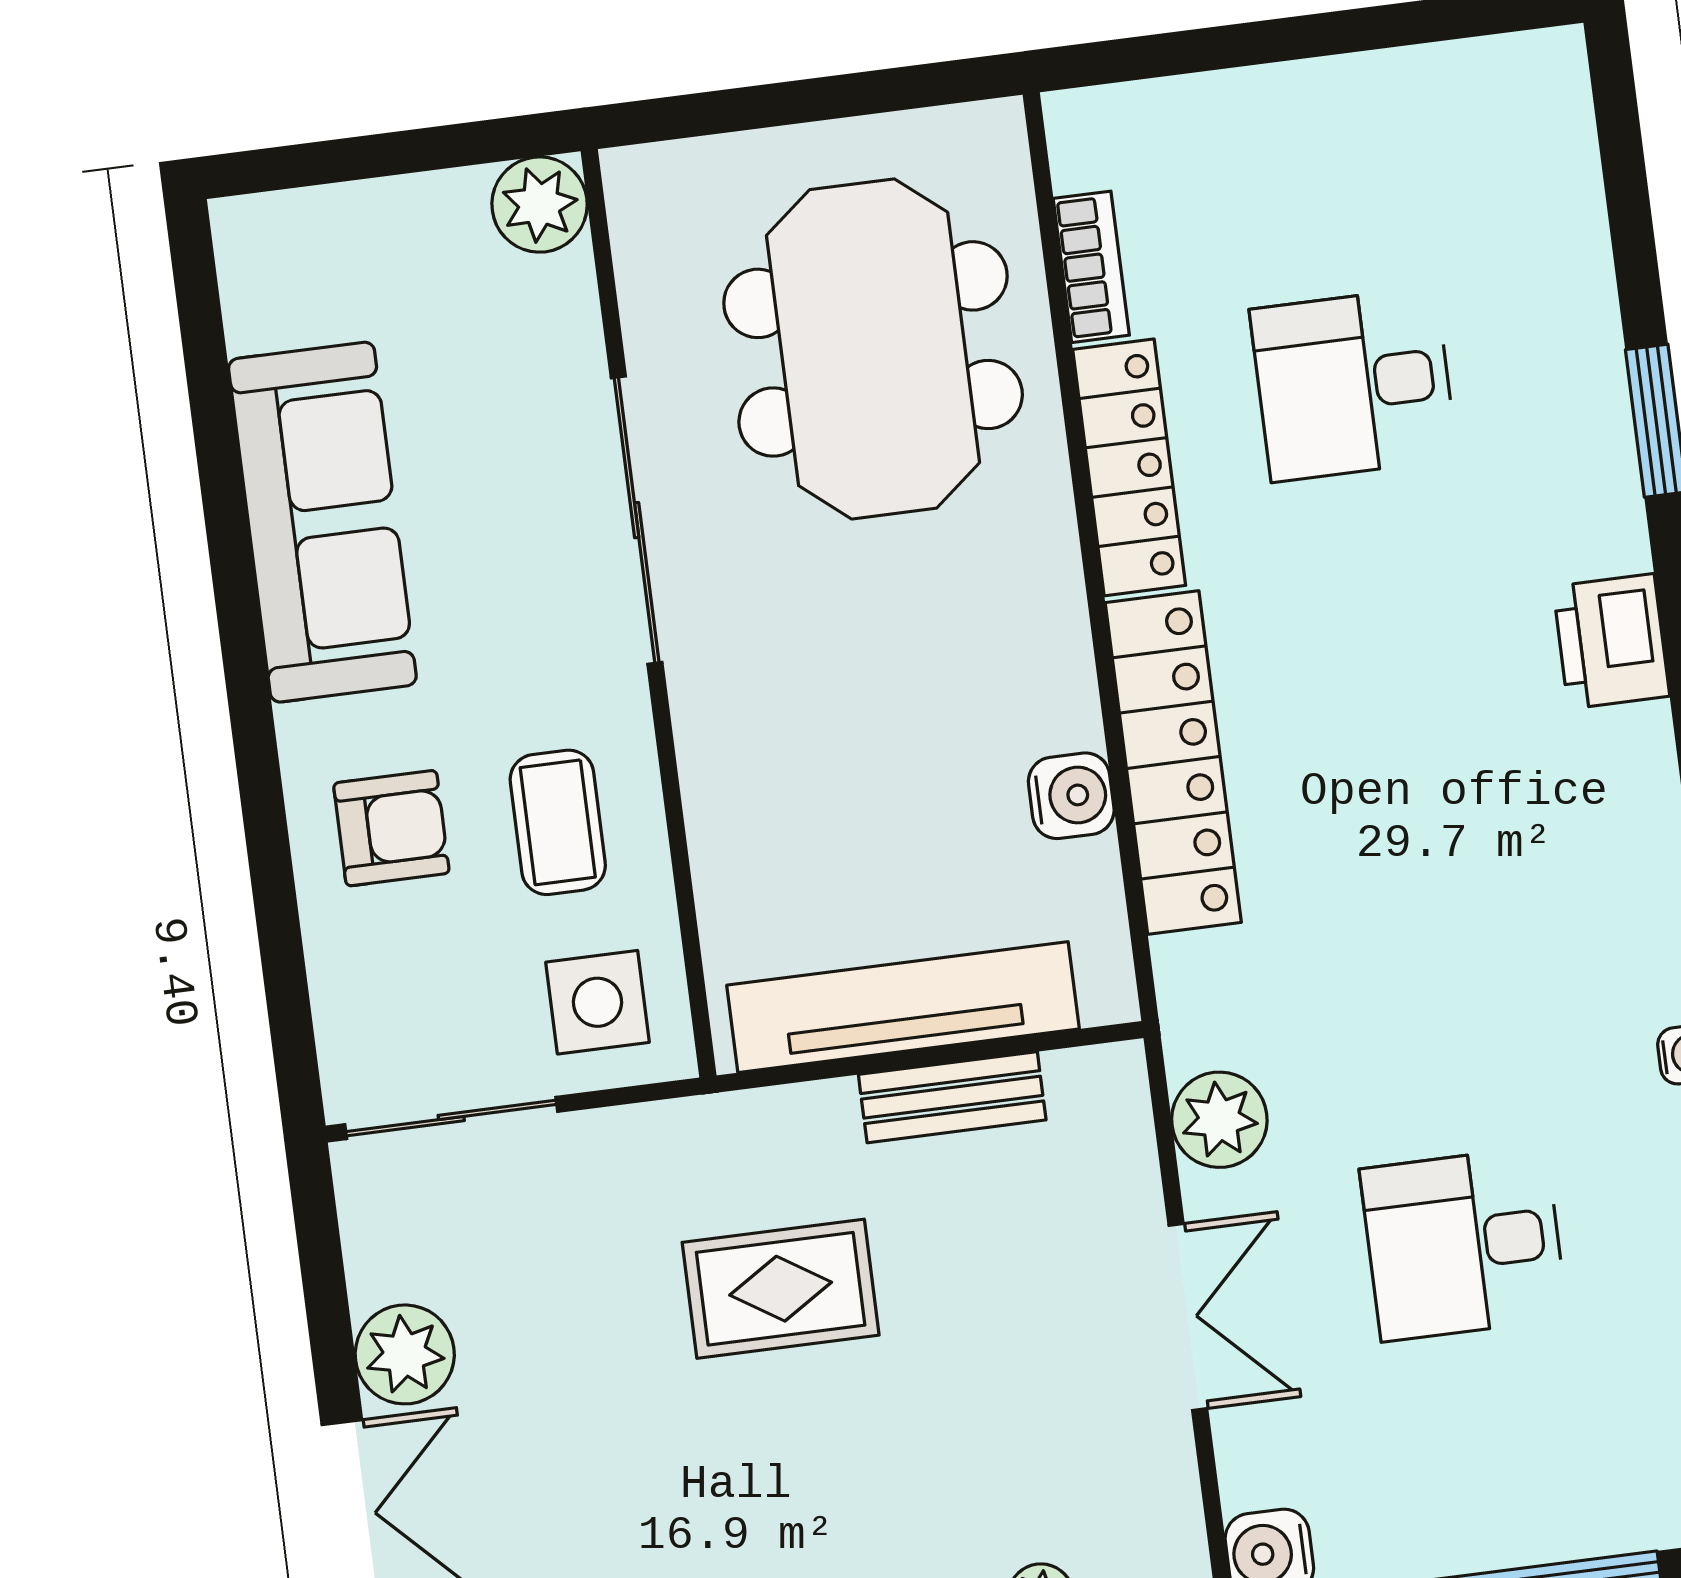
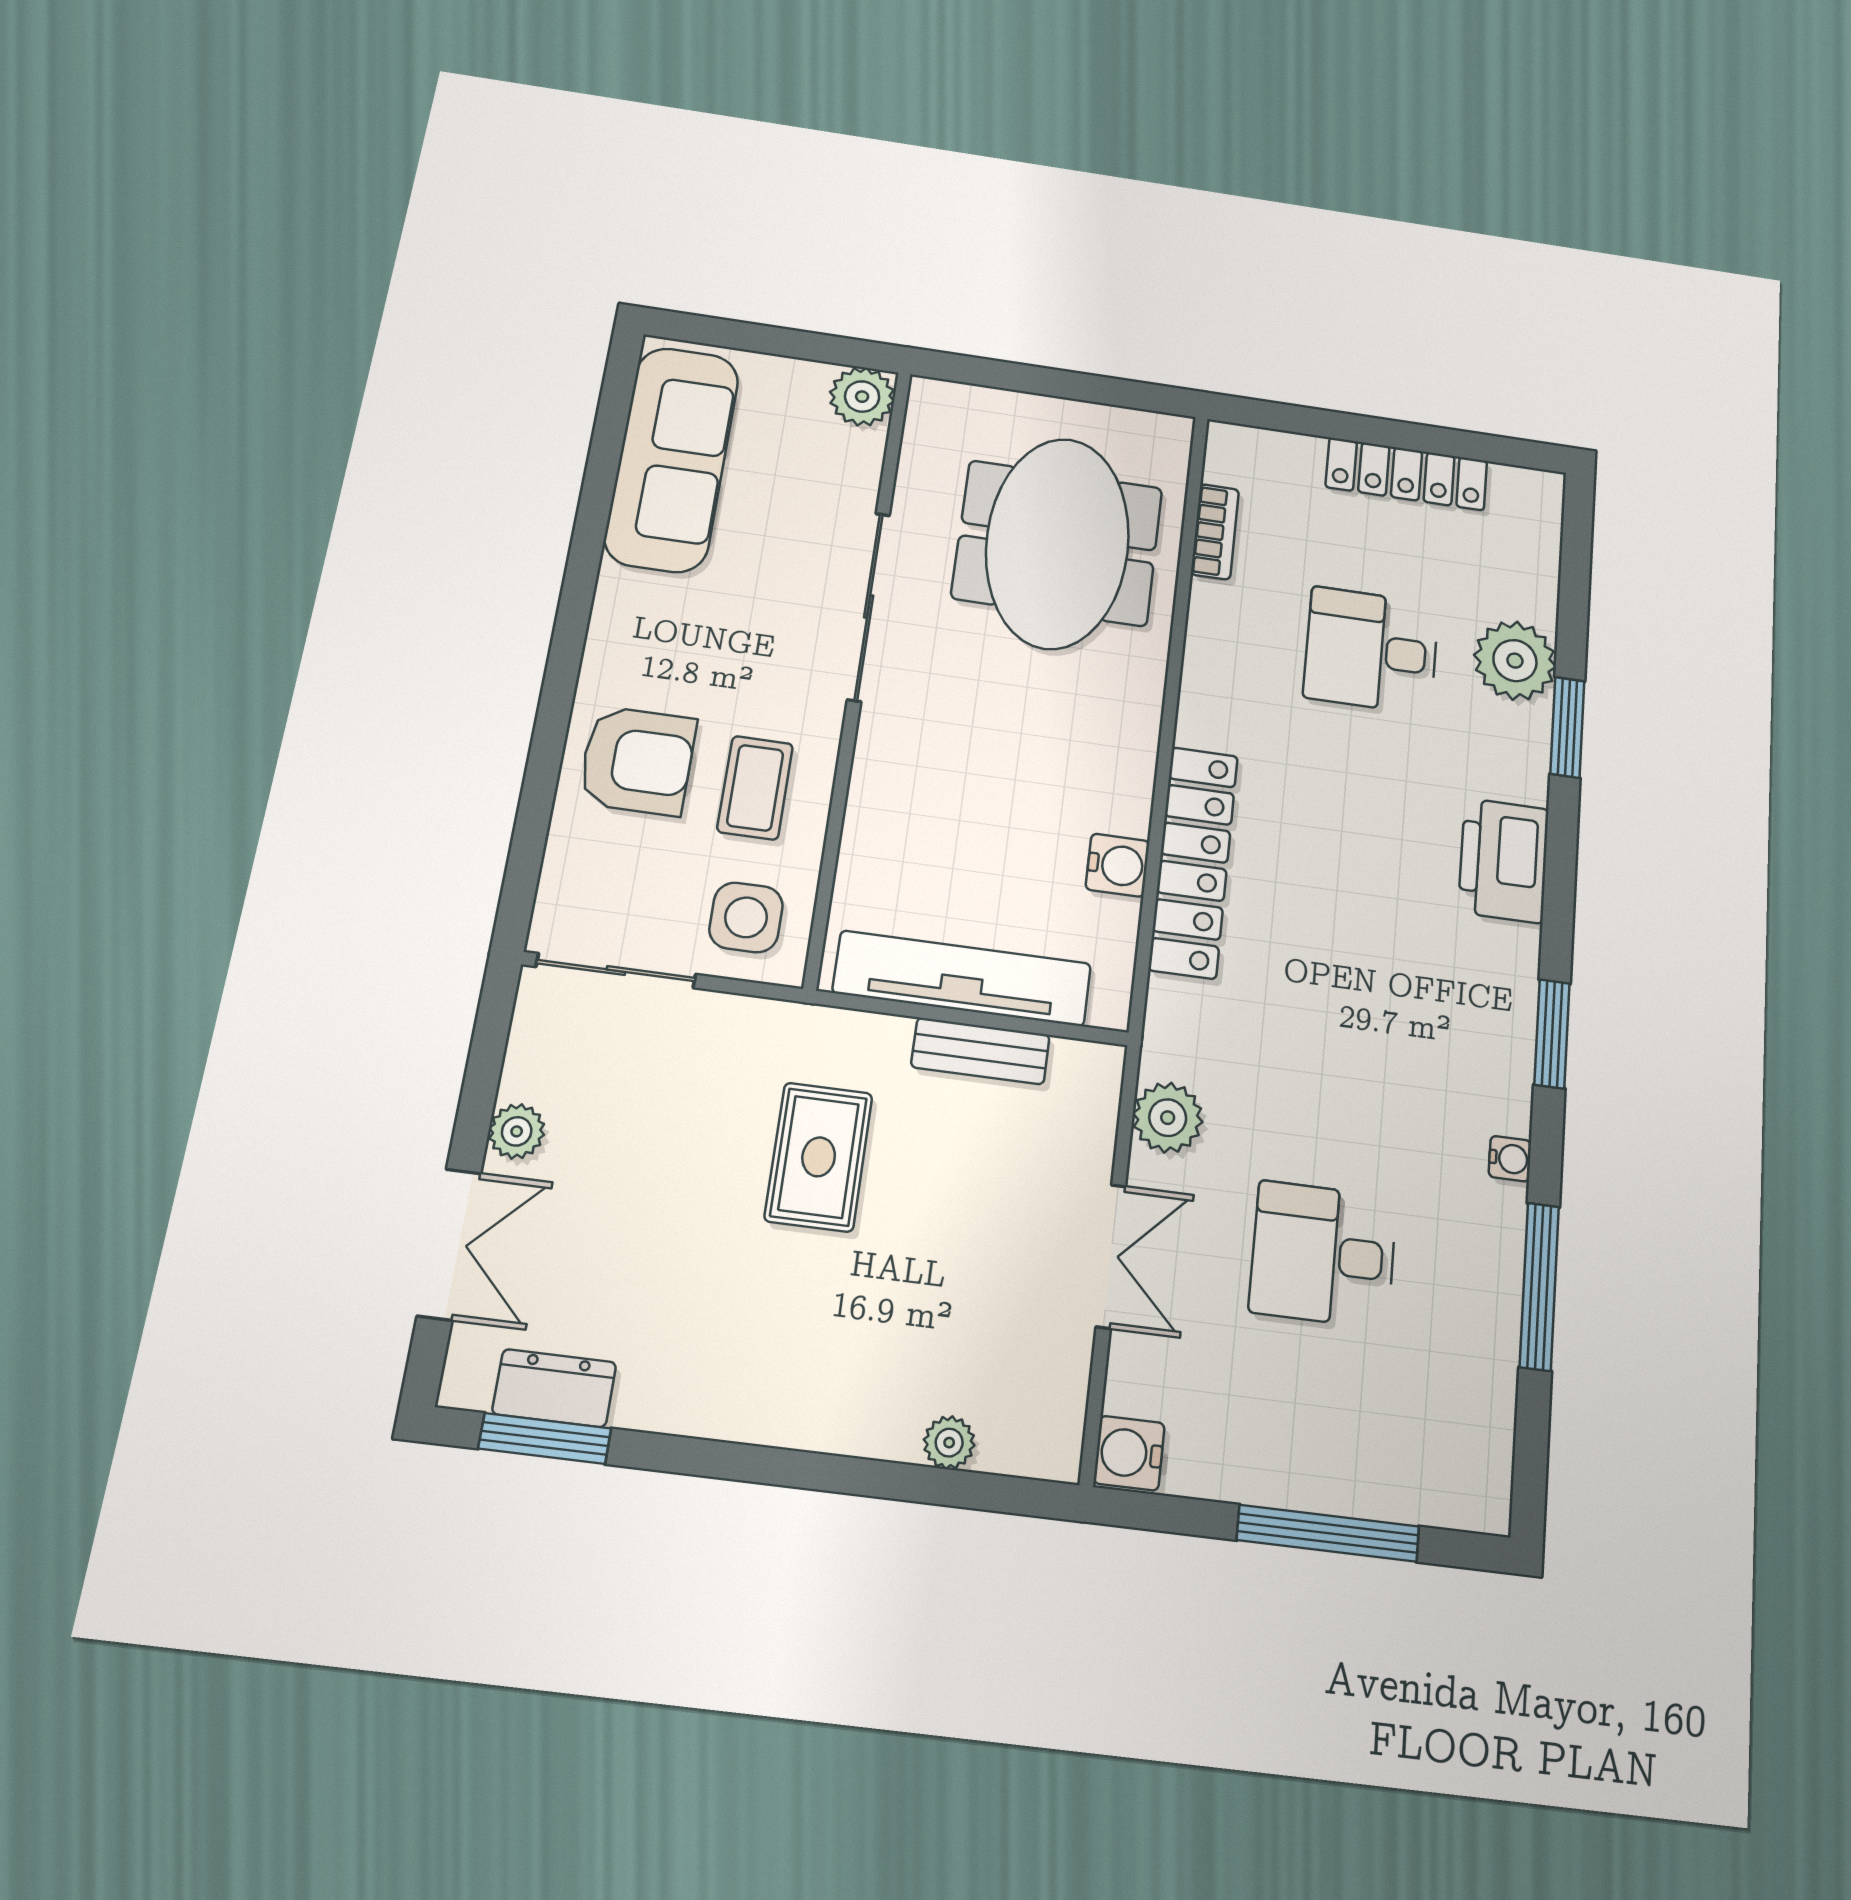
plant: (1562, 341) -> (1515, 661), added
locker: (1129, 467) -> (1407, 474), moved, turned 90
sofa: (322, 522) -> (672, 459), moved
printer: (1611, 641) -> (1504, 860), width x1.37, depth x1.19
armchair: (391, 828) -> (637, 761), width x1.38, depth x1.38
rug: (781, 1289) -> (819, 1157), turned 90
plant: (405, 1354) -> (517, 1131), width x0.73, depth x0.73

